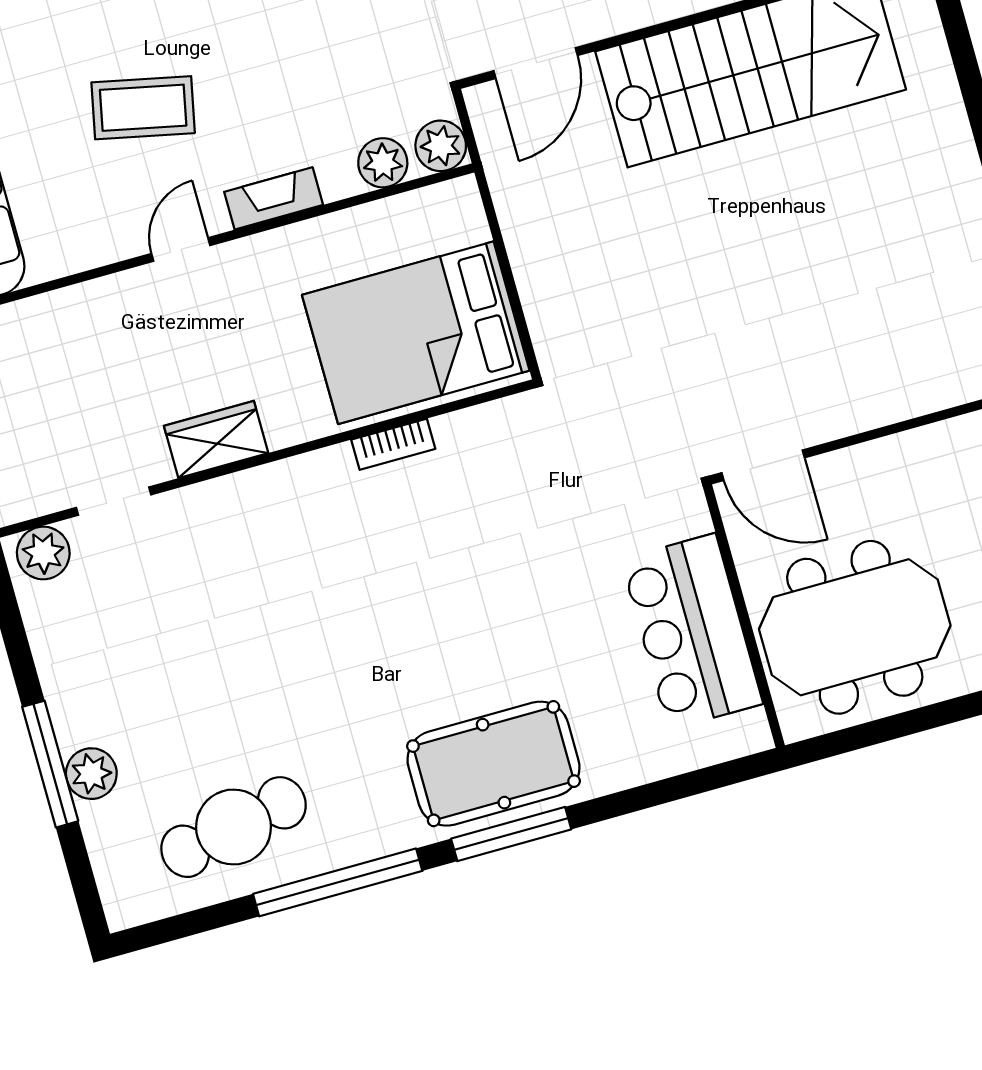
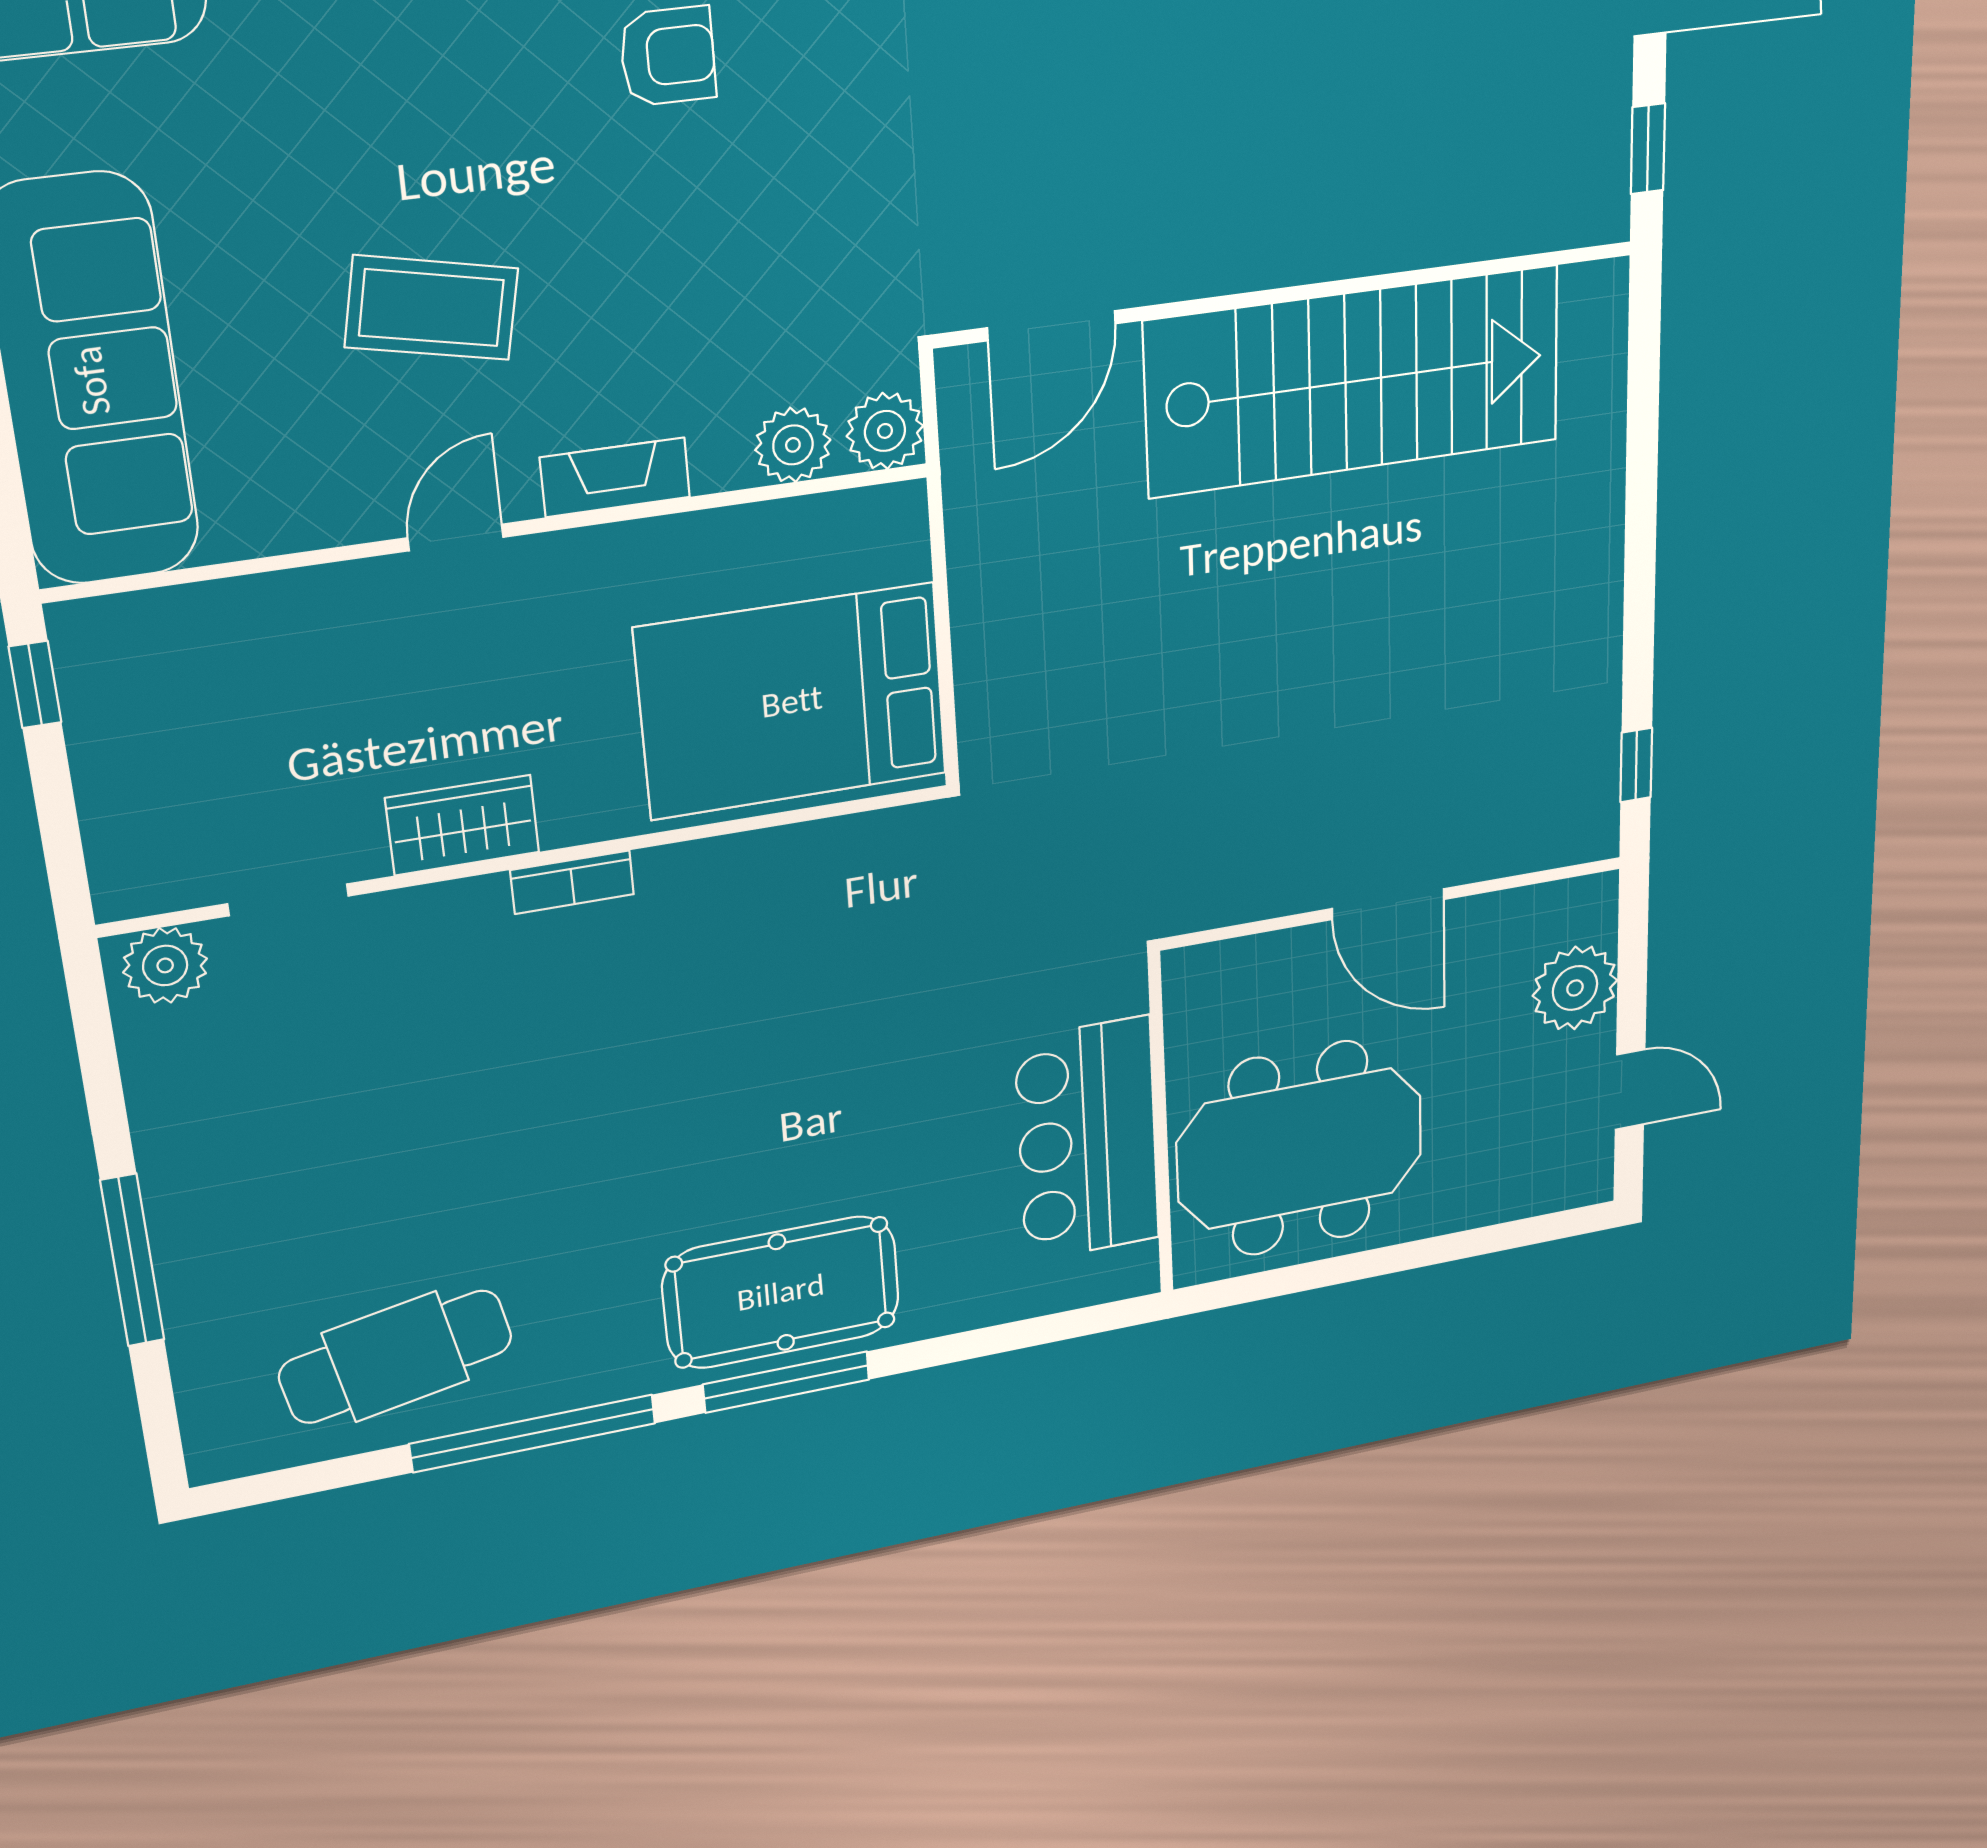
bookcase: (393, 444) -> (572, 882), moved
door: (763, 465) -> (1388, 904), moved
plant: (91, 774) -> (194, 1277), removed

